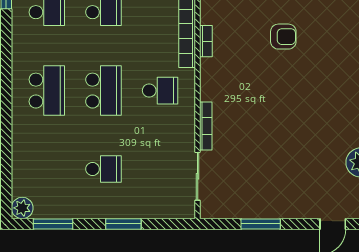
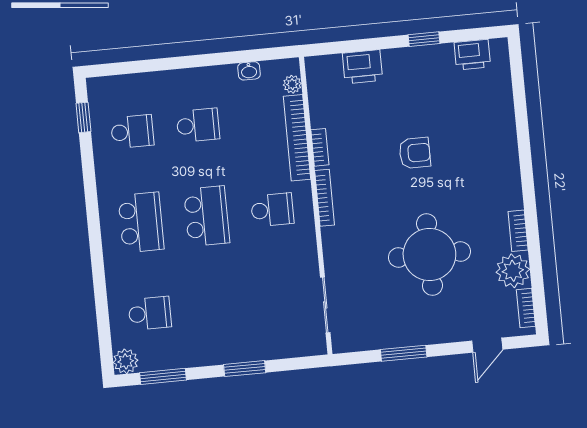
armchair: (283, 37) -> (415, 153), moved
bookcase: (206, 126) -> (325, 198), moved
round table: (291, 142) -> (429, 255), added
school desk: (103, 169) -> (150, 313), moved

